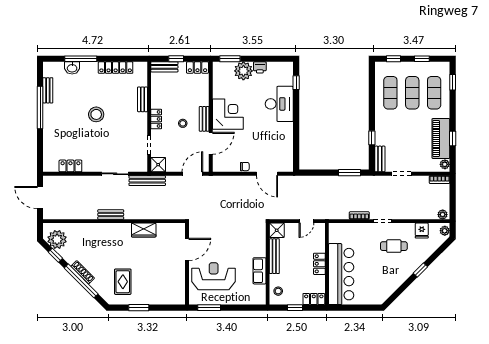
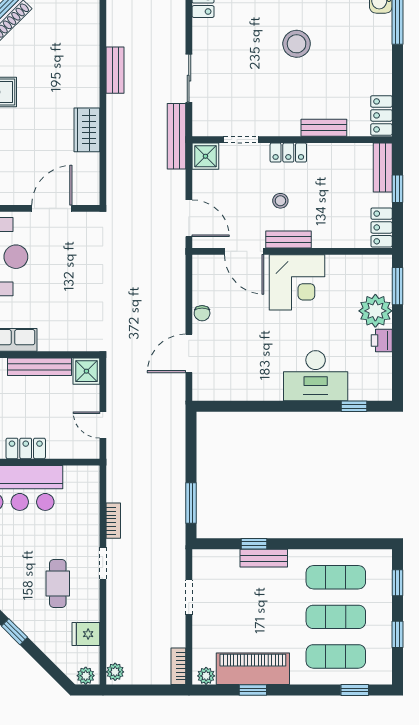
locker: (116, 68) -> (381, 115), moved, width x0.66
bench: (380, 159) -> (264, 558), moved
door: (187, 249) -> (52, 208), swing flipped

